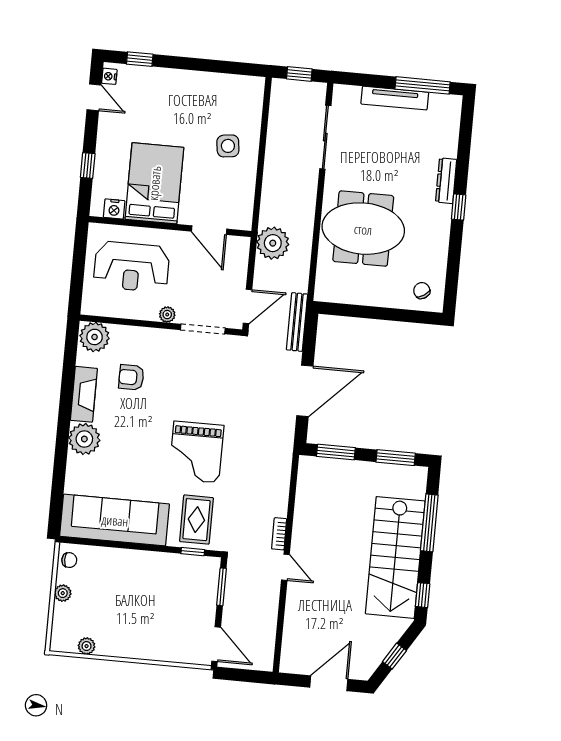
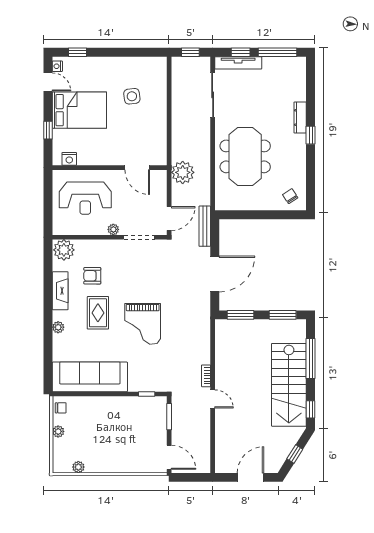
window: (370, 81) -> (241, 52), added
tv unit: (395, 98) -> (238, 63), moved
side table: (228, 146) -> (132, 96), moved
bed: (154, 183) -> (79, 110), moved, turned 90
meeting table: (363, 229) -> (245, 156), turned 90
plant: (84, 439) -> (58, 327), width x0.53, depth x0.53
rug: (196, 520) -> (98, 313), moved

